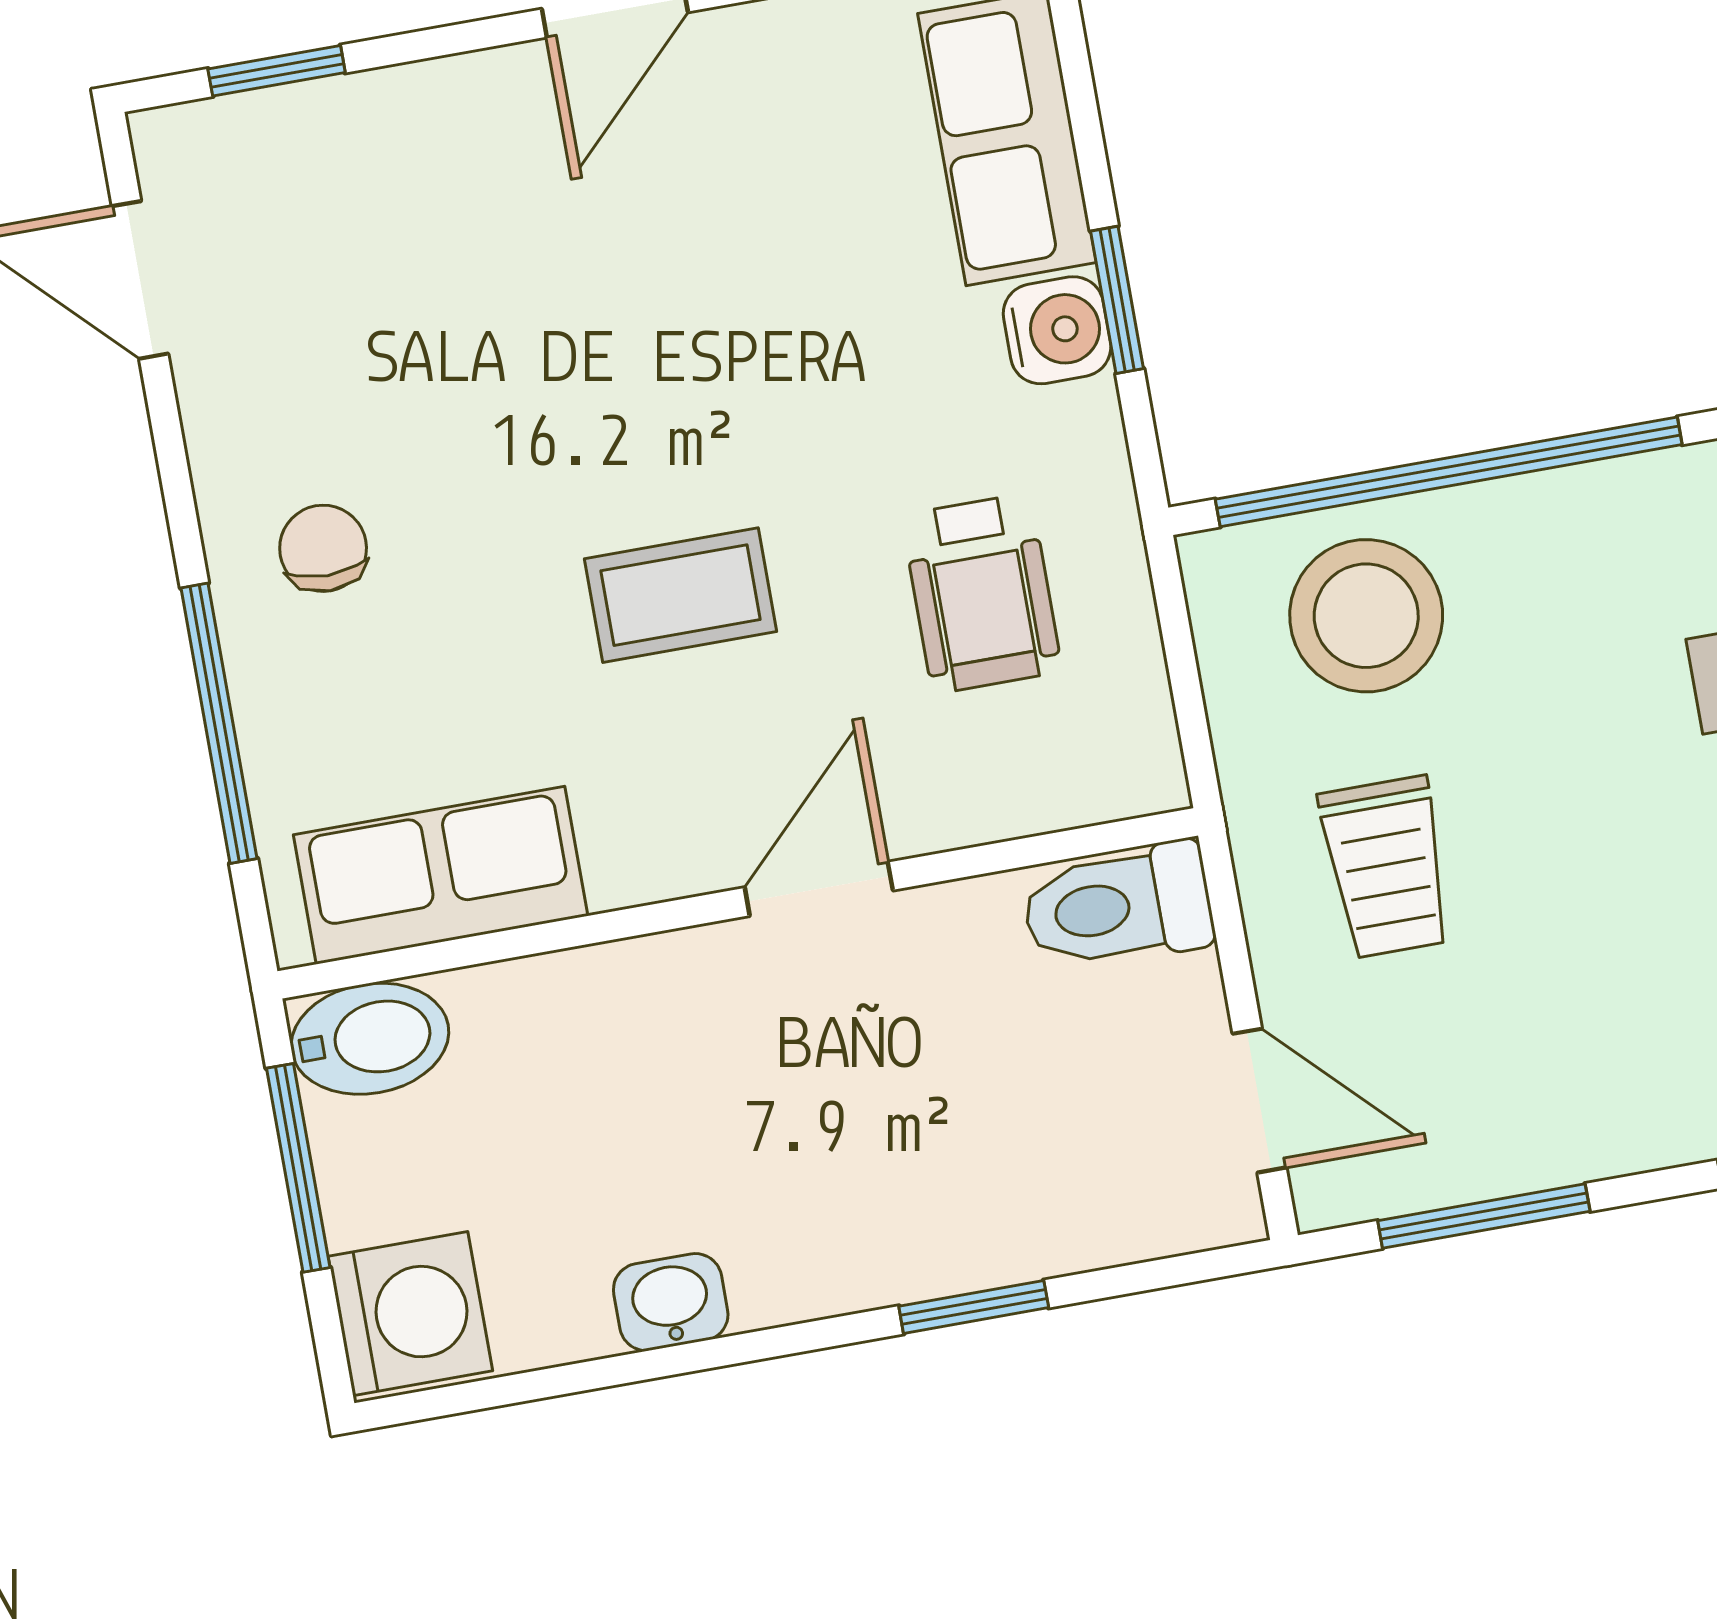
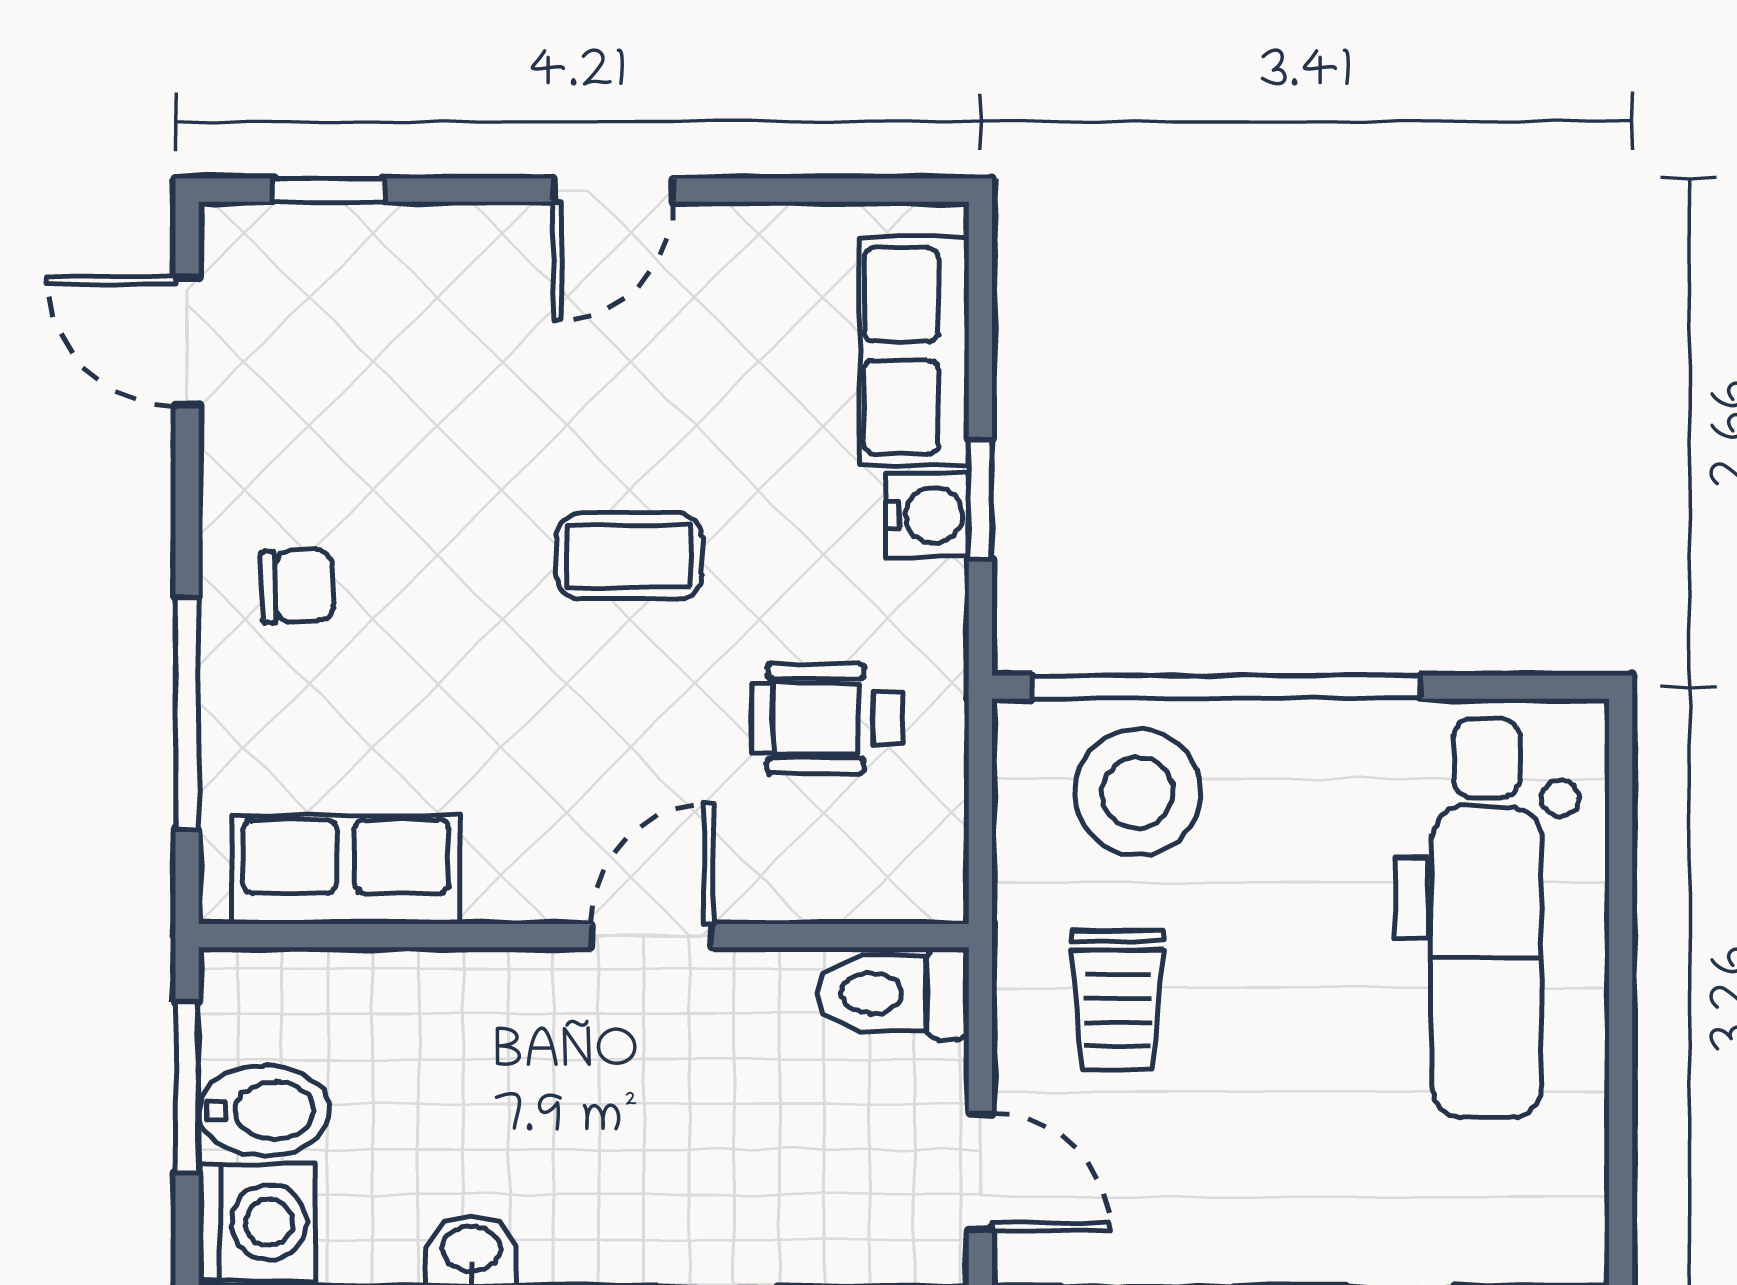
chair: (323, 548) -> (297, 586), turned 88
wheelchair: (982, 593) -> (827, 718), turned 90
coffee table: (680, 595) -> (629, 556), moved
bidet: (370, 1039) -> (264, 1111), moved

